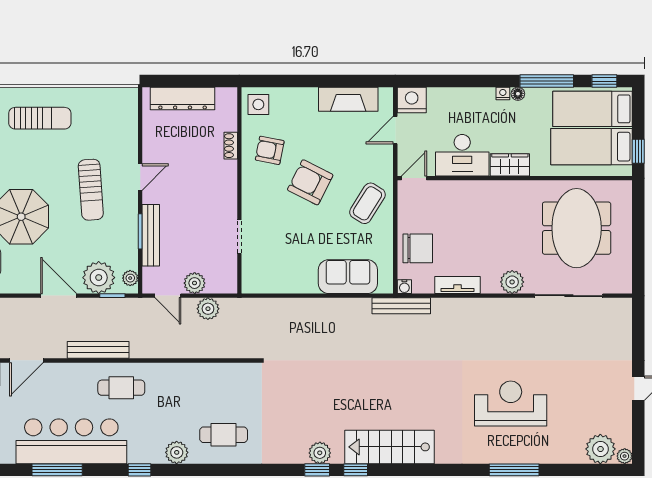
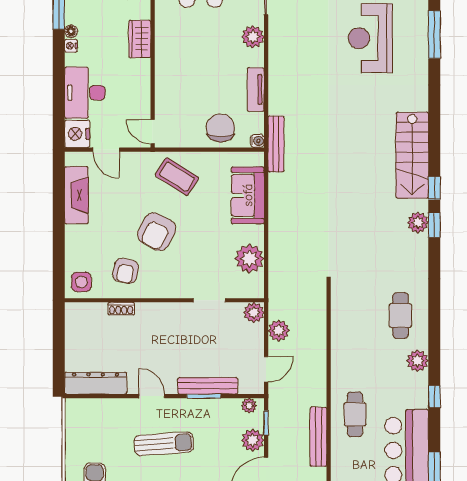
dresser: (183, 99) -> (96, 383), moved, turned -90
desk: (462, 155) -> (85, 93), moved, turned 180
plant: (99, 278) -> (253, 440), width x0.73, depth x0.73
plant: (282, 279) -> (250, 259), added
plant: (195, 283) -> (254, 313), moved

